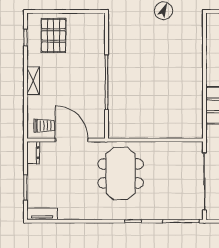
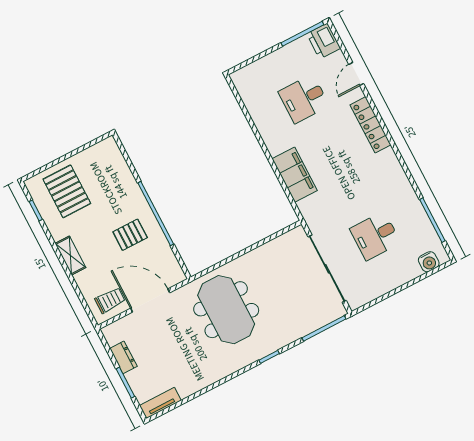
pallet: (81, 88) -> (130, 235), added
dresser: (33, 153) -> (123, 357), moved

